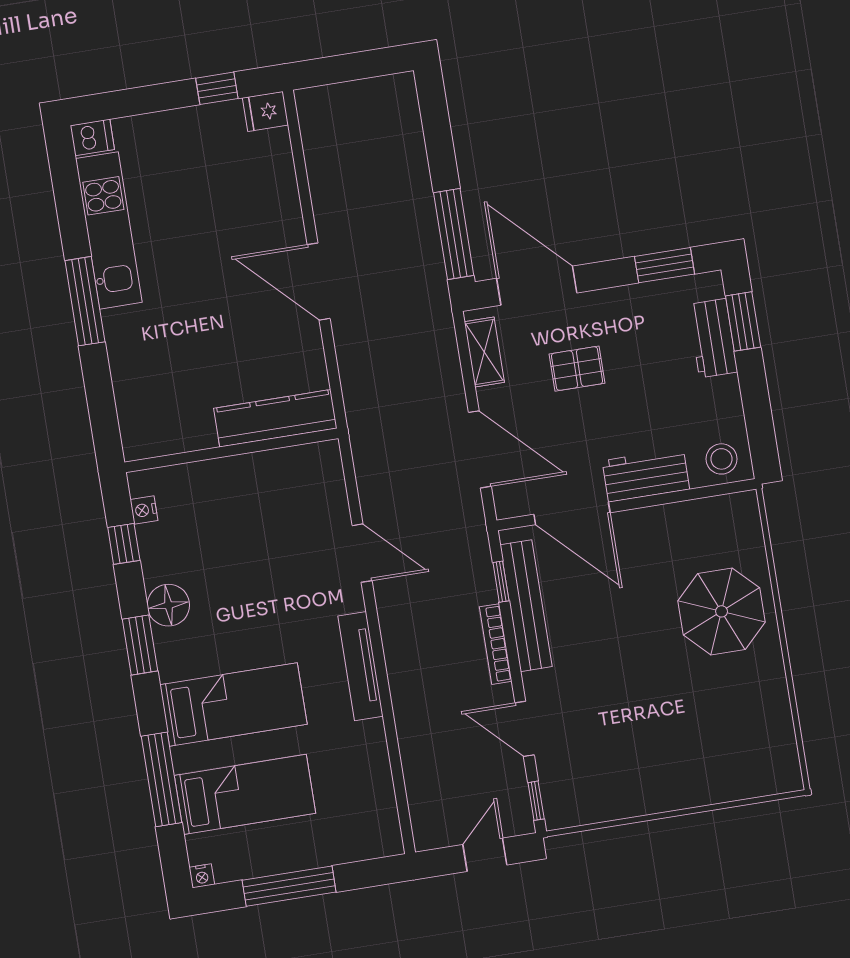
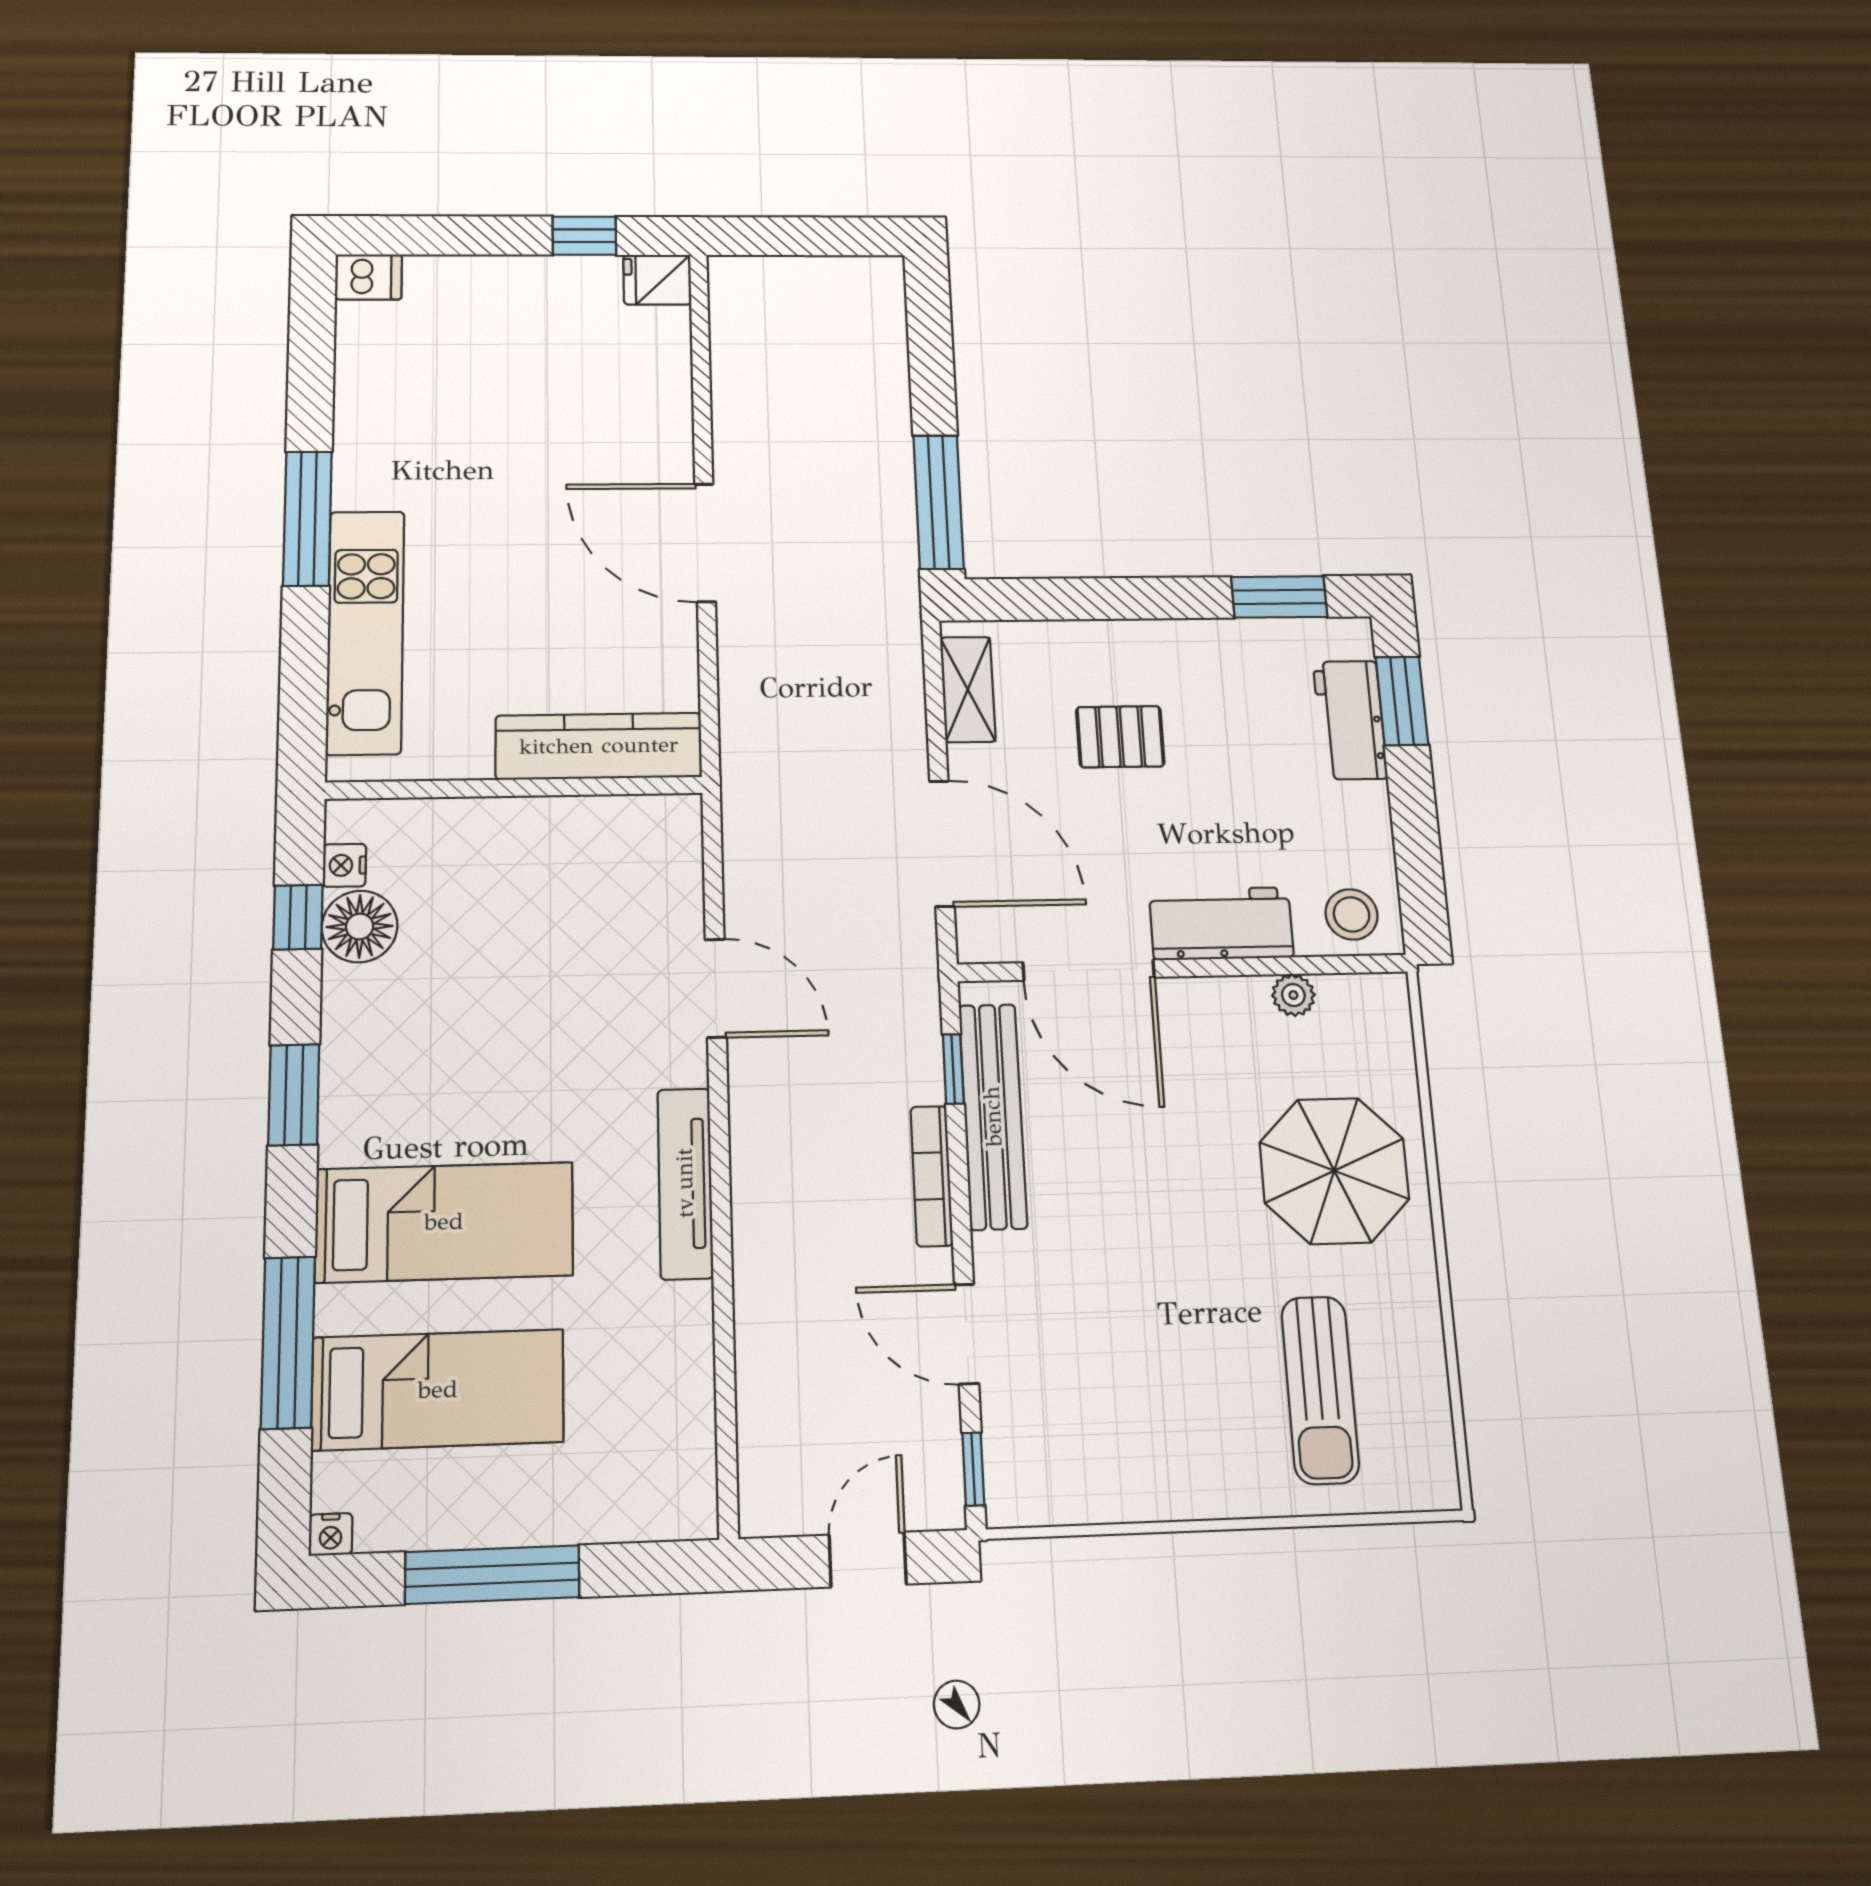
kitchen unit: (109, 230) -> (365, 632), moved
door: (537, 286) -> (1066, 599), removed
plant: (691, 512) -> (1293, 995), added
floor lamp: (168, 605) -> (360, 926), moved
sun lounger: (722, 735) -> (1320, 1390), added

